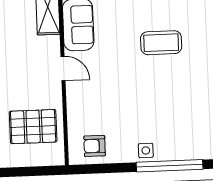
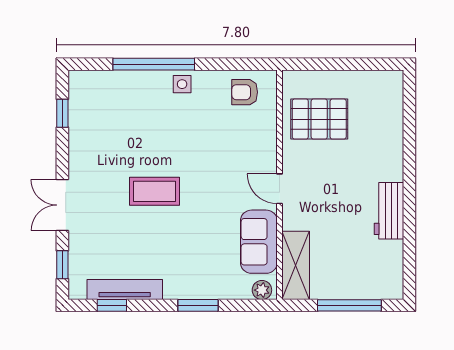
coffee table: (161, 43) -> (155, 191), moved
armchair: (95, 146) -> (245, 92), turned 180

